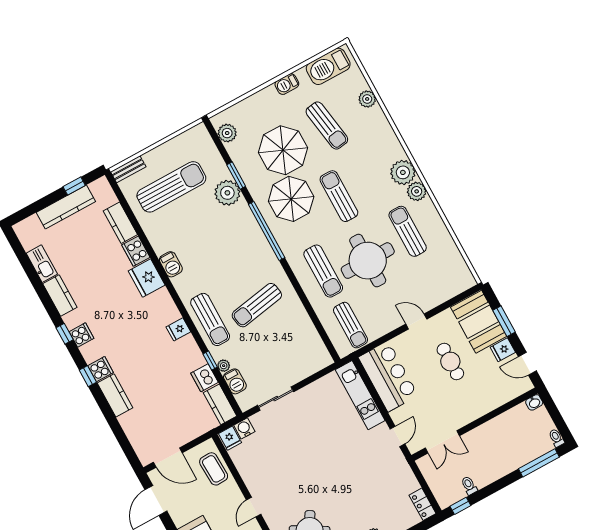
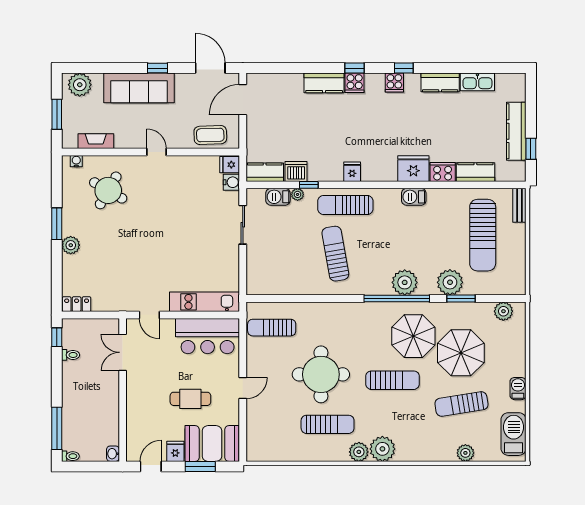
plant: (249, 232) -> (405, 282), added
sun lounger: (323, 271) -> (333, 330), removed

